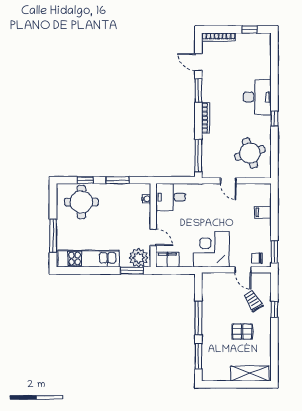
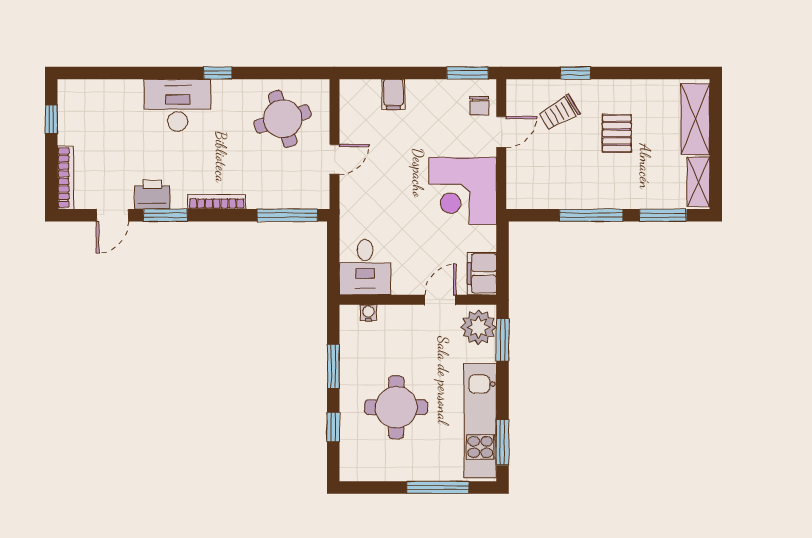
printer: (209, 83) -> (152, 195), added
round table: (81, 202) -> (396, 407), moved
window: (77, 271) -> (502, 442), added
shelving: (216, 375) -> (698, 182), added

